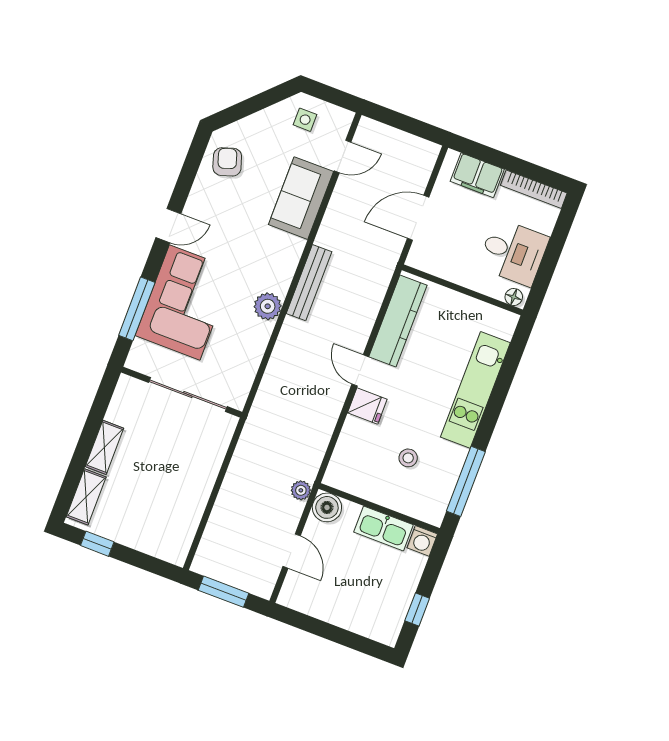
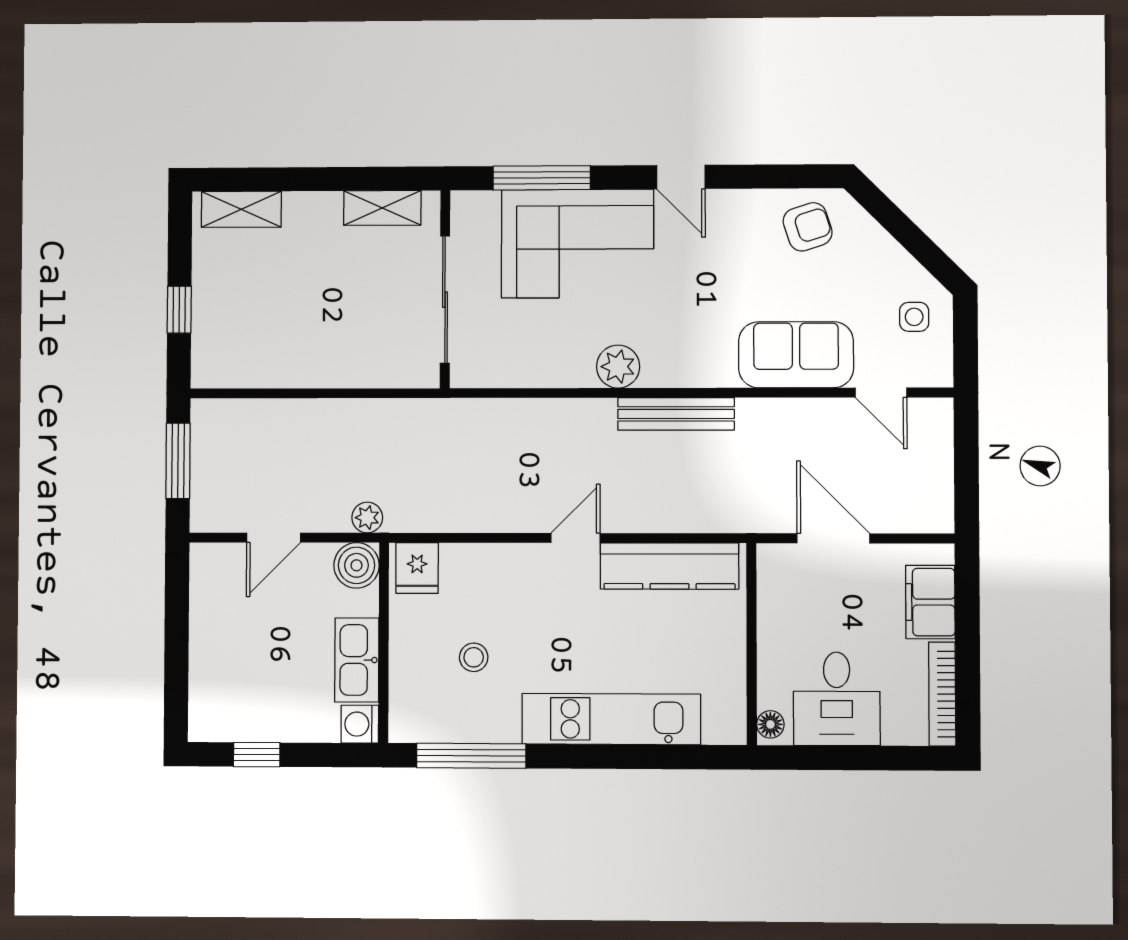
fridge: (367, 406) -> (417, 568), moved
shelving: (104, 447) -> (382, 208), moved
window: (97, 544) -> (179, 310), moved

